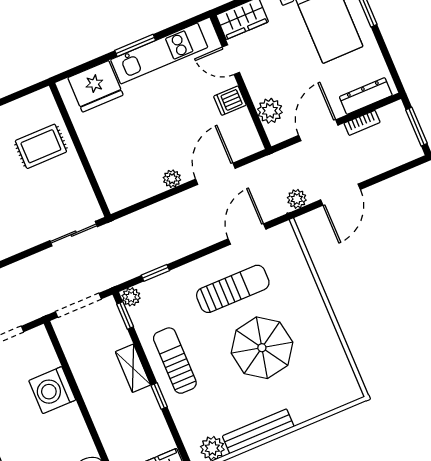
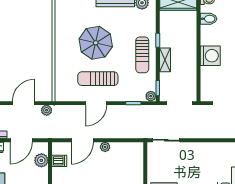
dishwasher: (230, 101) -> (59, 161), moved
door: (247, 234) -> (96, 103), moved
washing machine: (52, 390) -> (210, 56), moved

